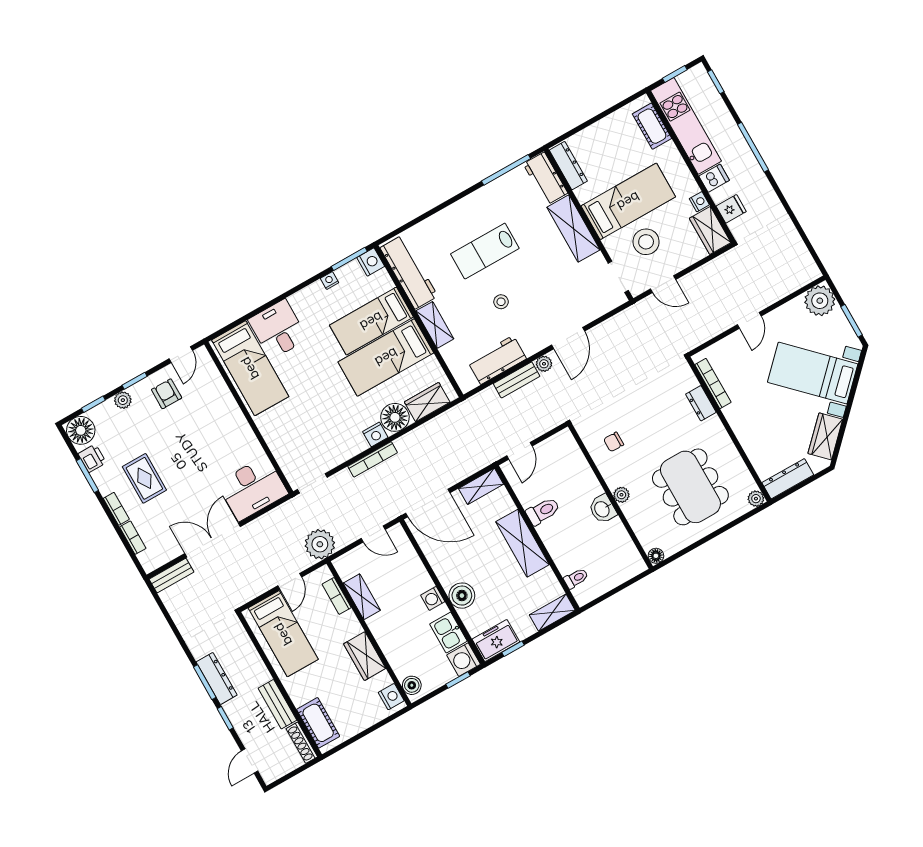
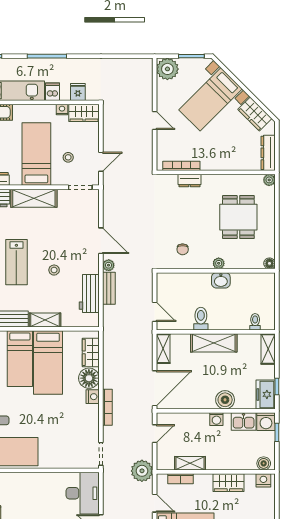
stool: (646, 242) -> (68, 157), width x0.53, depth x0.53
dining table: (690, 487) -> (238, 217), width x0.73

